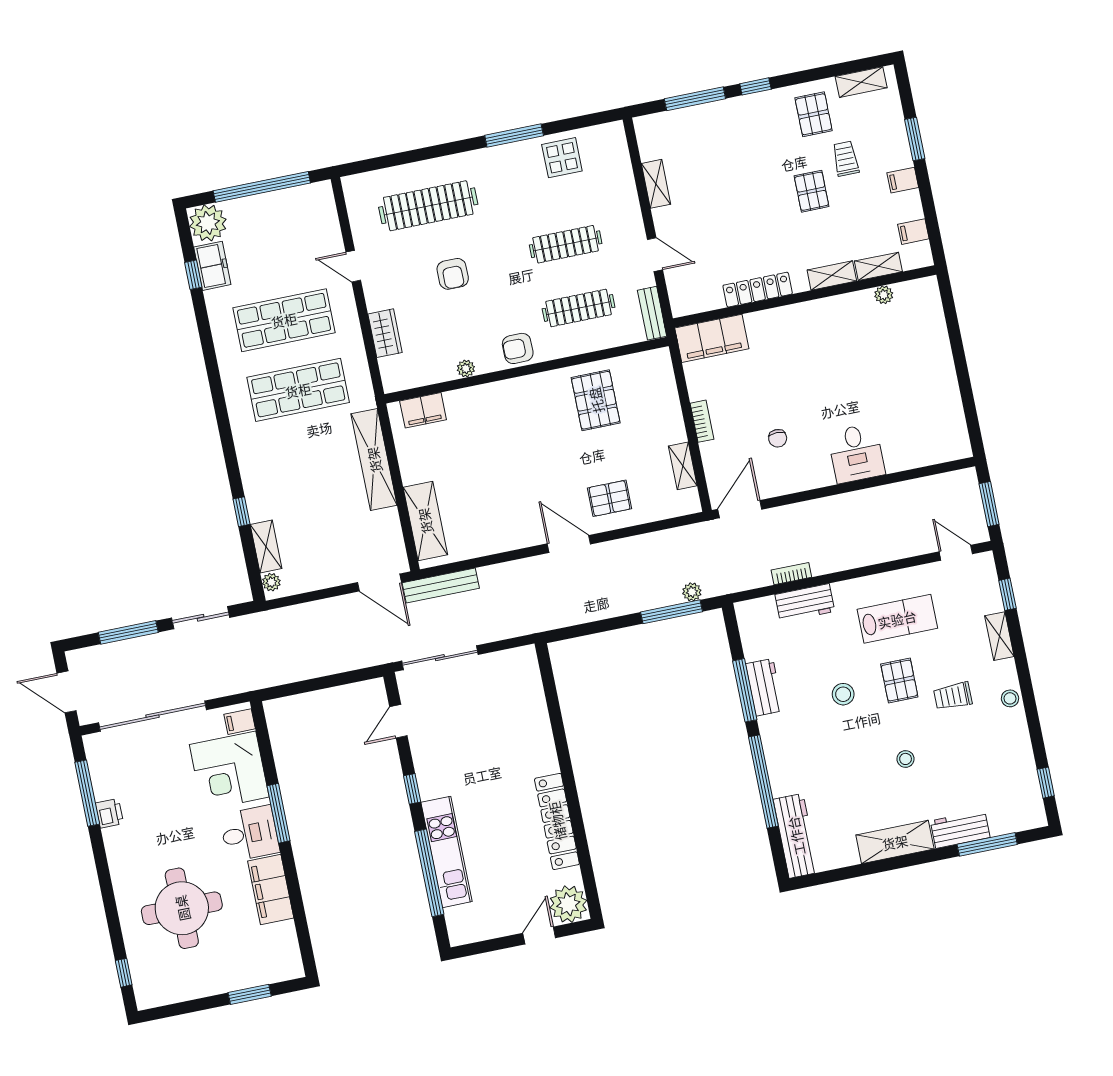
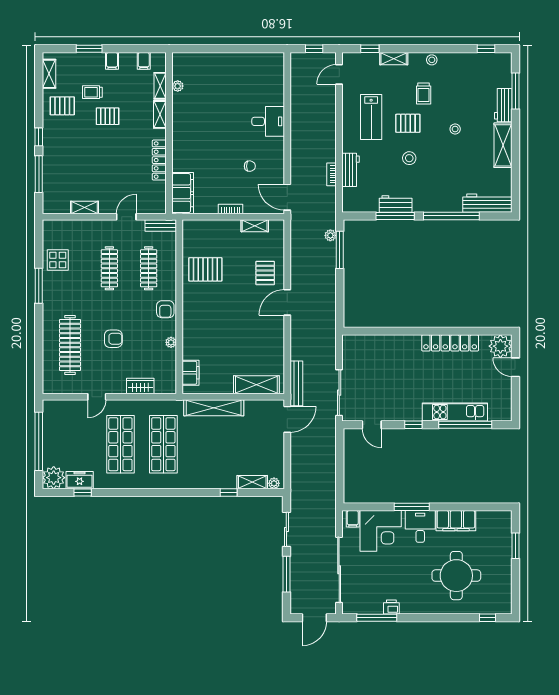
window: (989, 504) -> (314, 49), width x0.67
lab bench: (897, 619) -> (371, 117), turned 180

